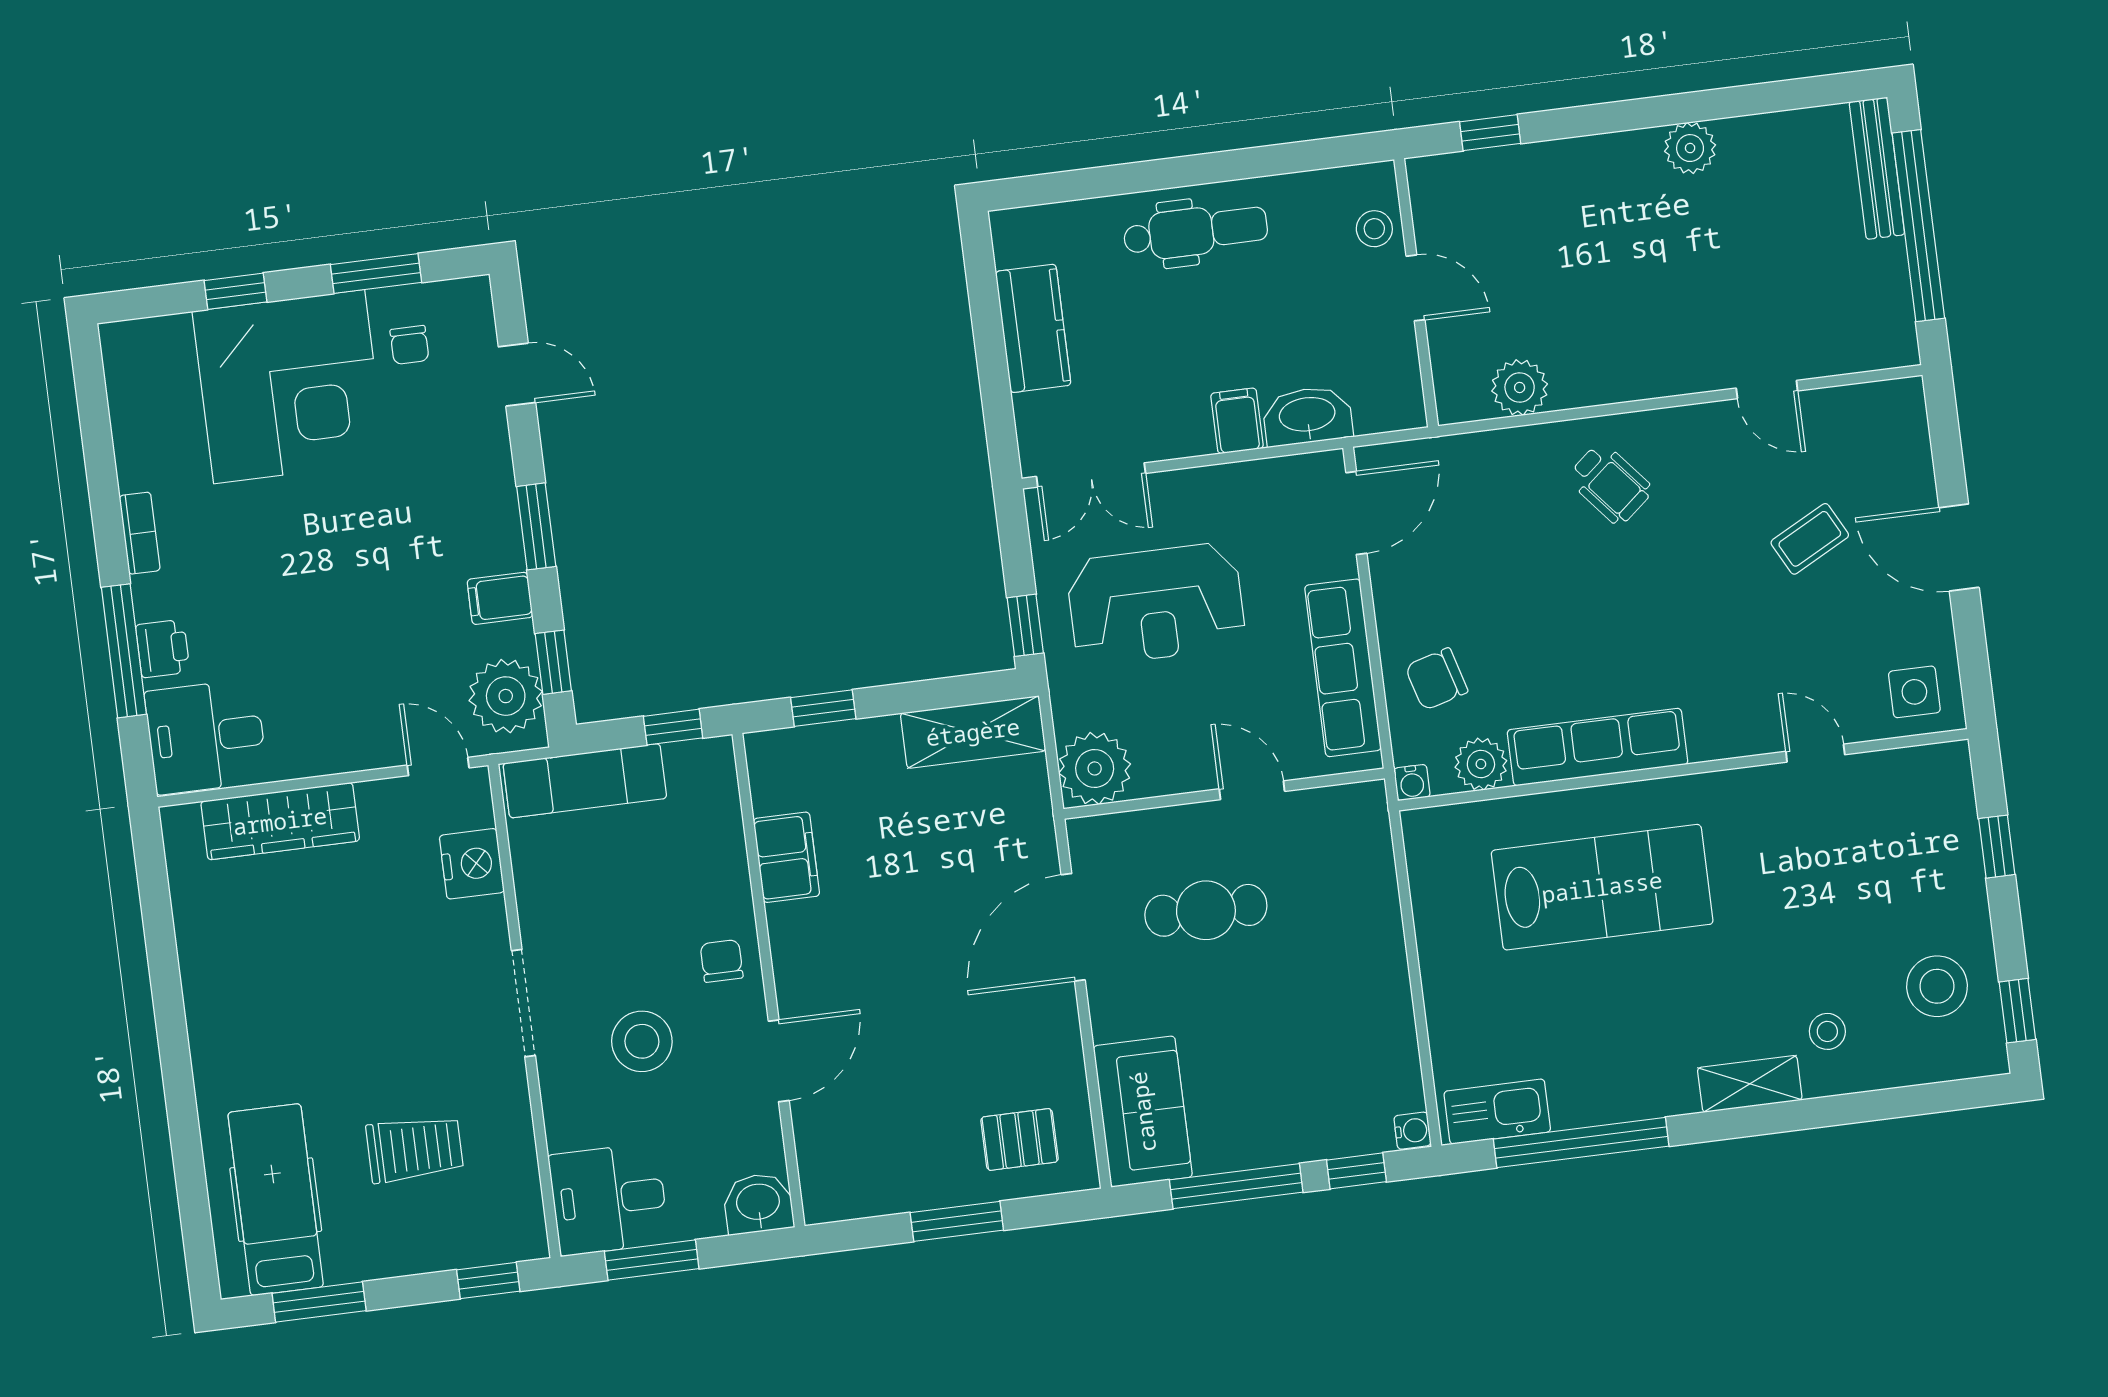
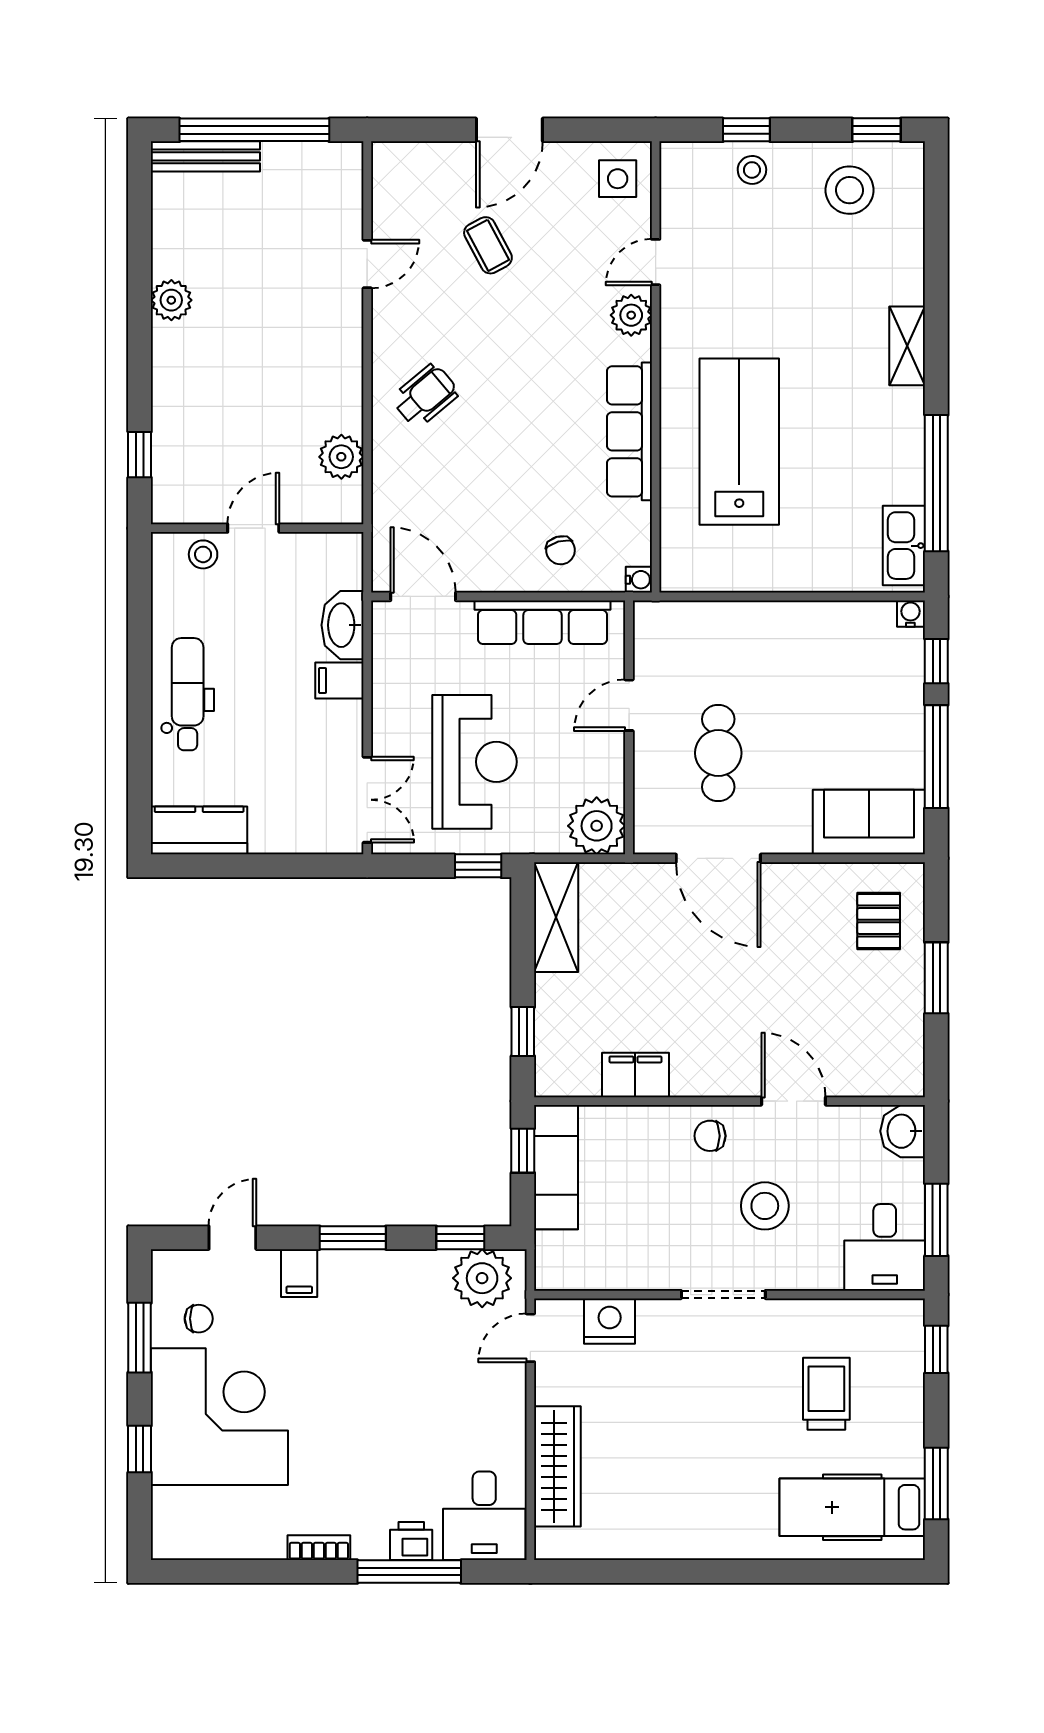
kitchen counter: (1033, 328) -> (199, 830), moved
filing cabinet: (500, 598) -> (299, 1273), moved
chair: (1436, 679) -> (561, 550), width x0.73, depth x0.73
plant: (1481, 764) -> (631, 315), moved
exam couch: (585, 781) -> (556, 1167), moved
stool: (1827, 1031) -> (752, 170), moved

